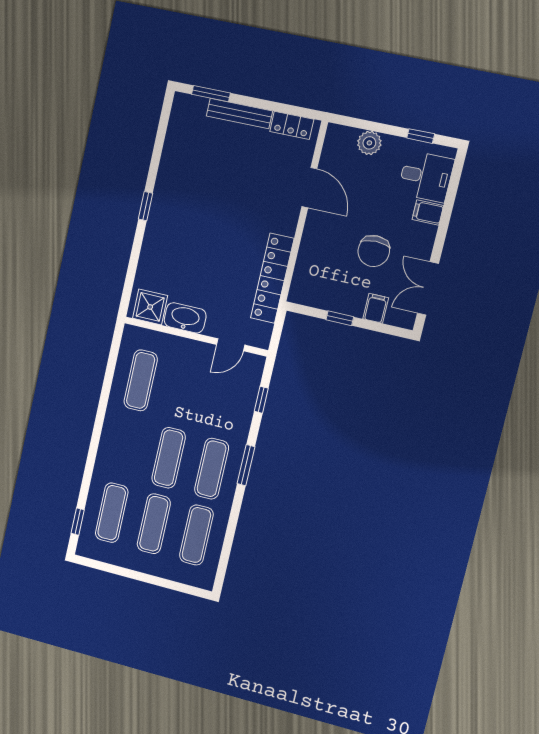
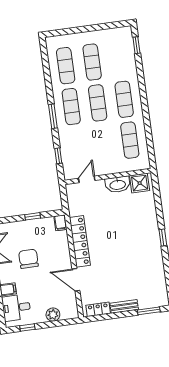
bench: (239, 113) -> (124, 306), width x0.73
locker: (272, 278) -> (80, 241), moved
filing cabinet: (376, 308) -> (60, 223), moved
exercise mat: (112, 513) -> (124, 99), moved

